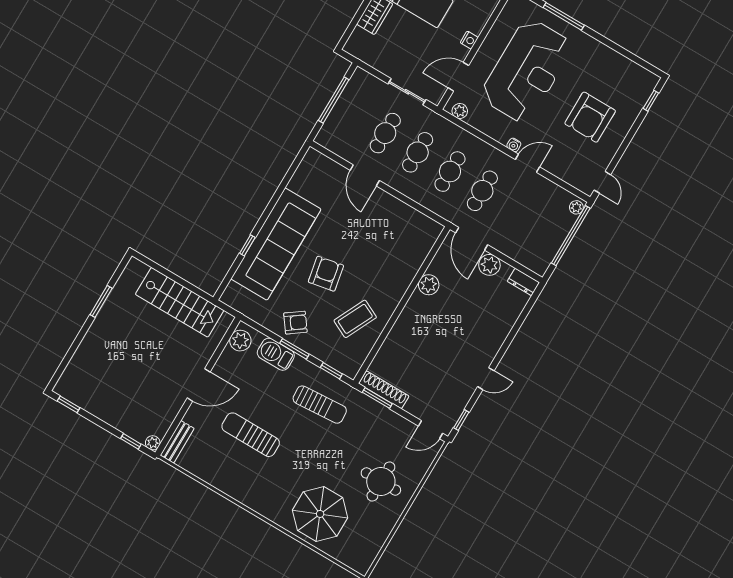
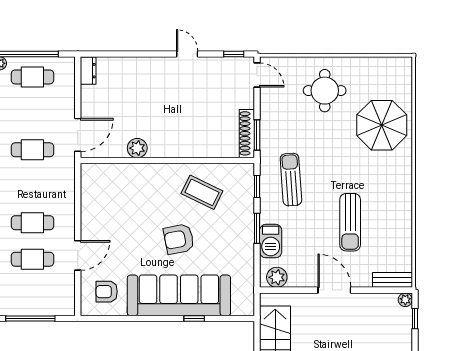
cafe table: (450, 172) -> (32, 77), moved
plant: (489, 265) -> (91, 107), removed
armchair: (295, 323) -> (107, 292), moved, turned -54

